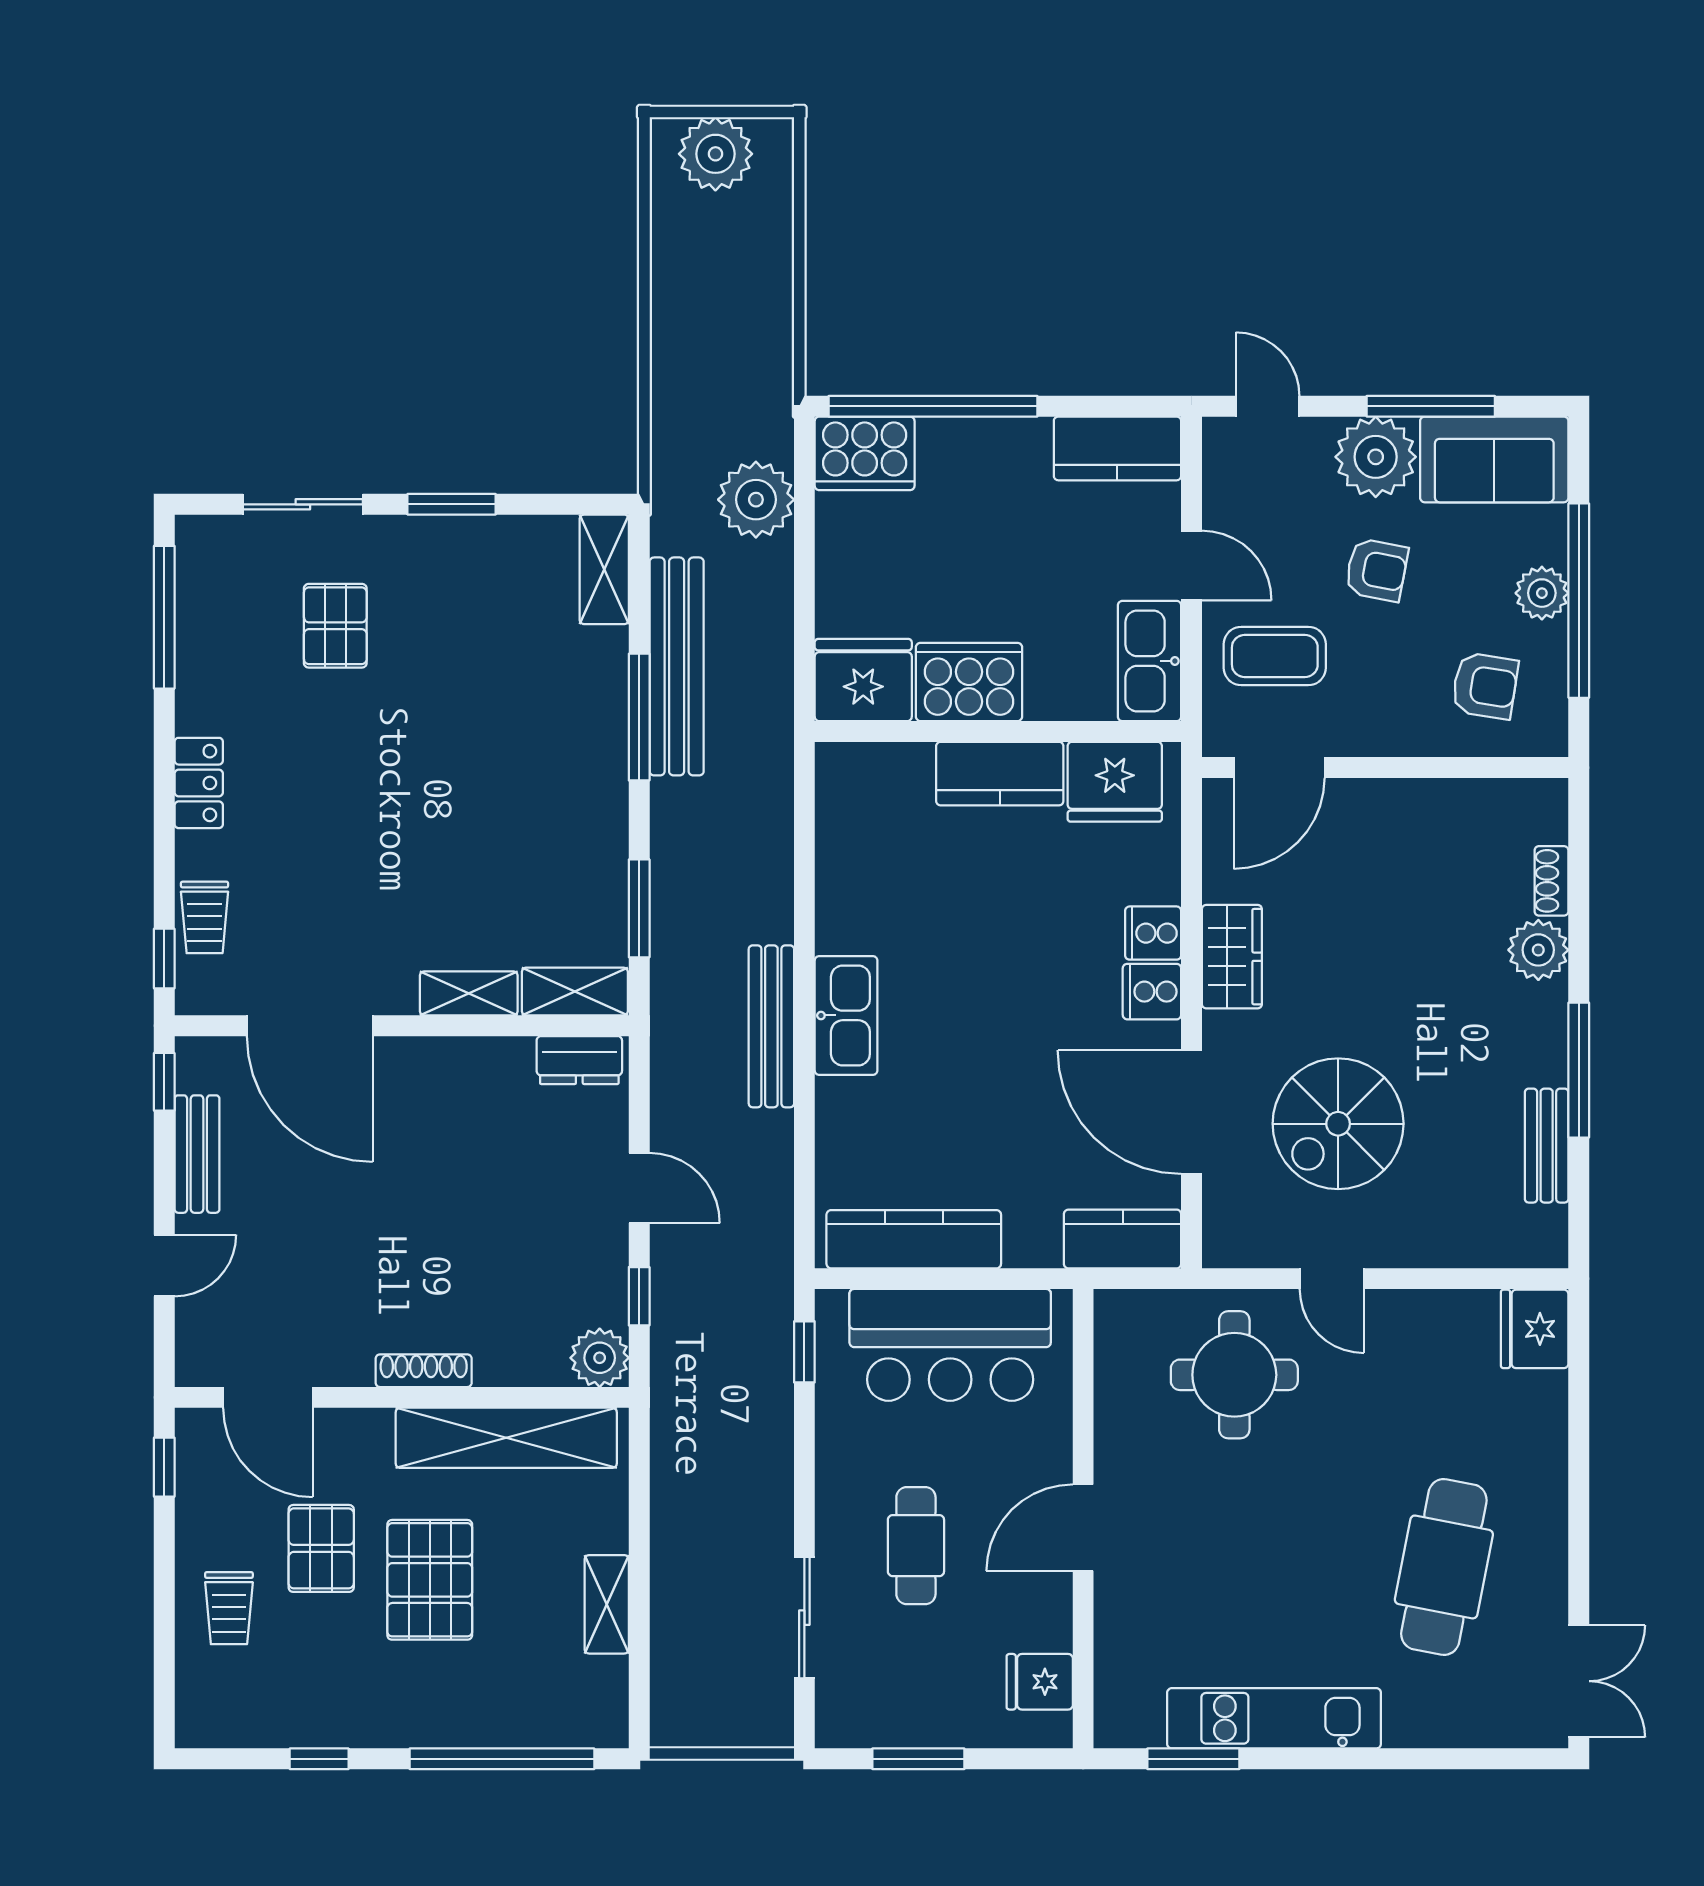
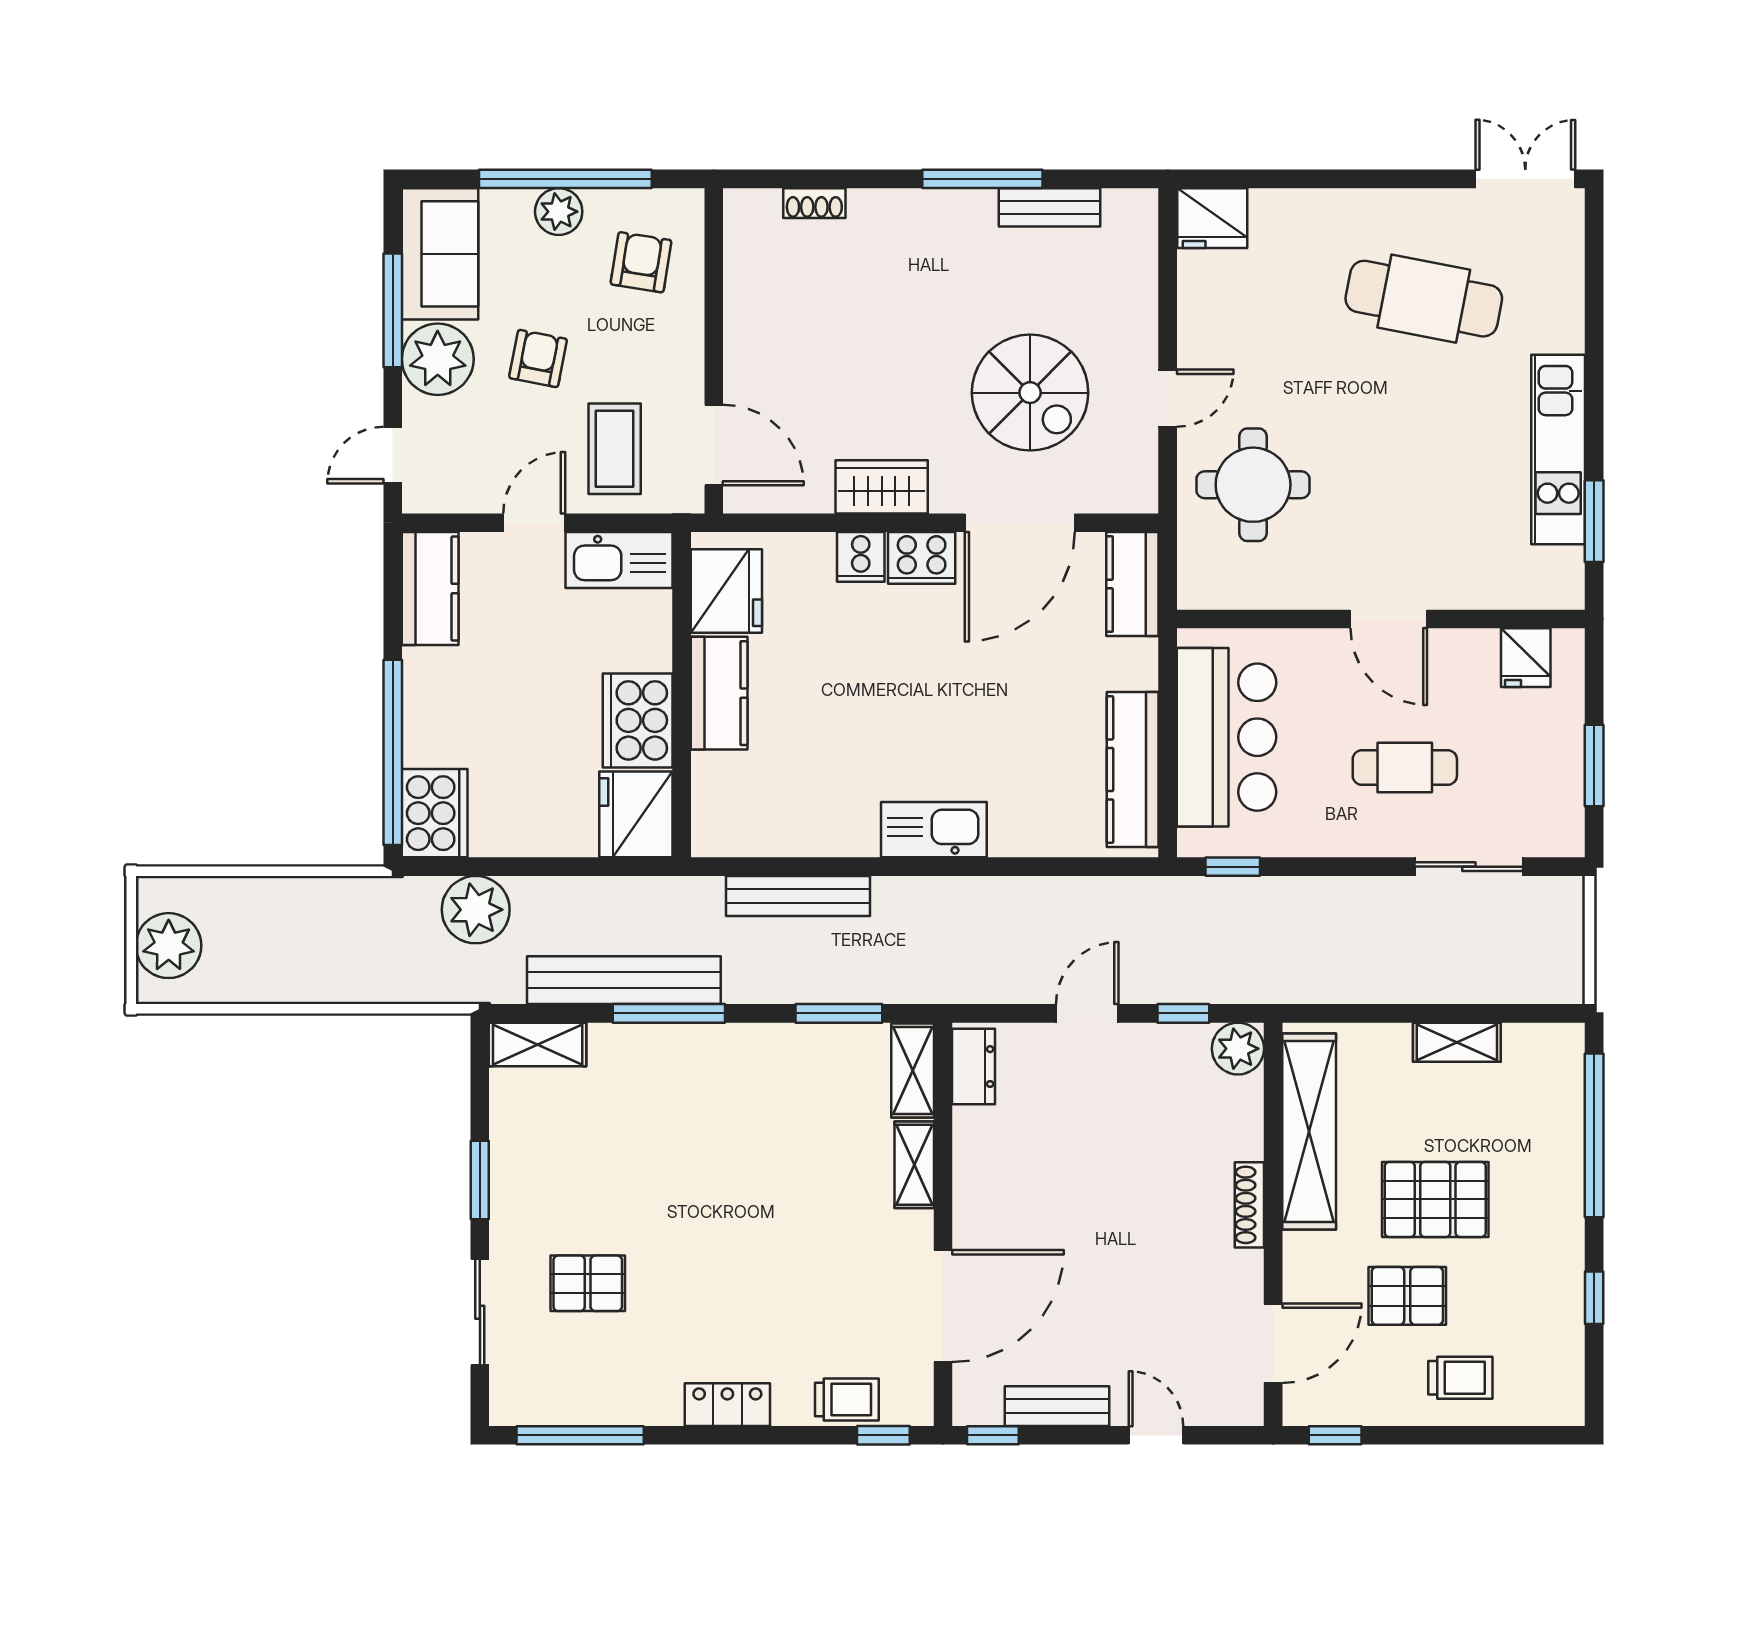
plant: (1538, 950) -> (876, 215), removed
cooker: (1152, 992) -> (922, 558), width x1.36
bench: (771, 1026) -> (798, 896), moved

